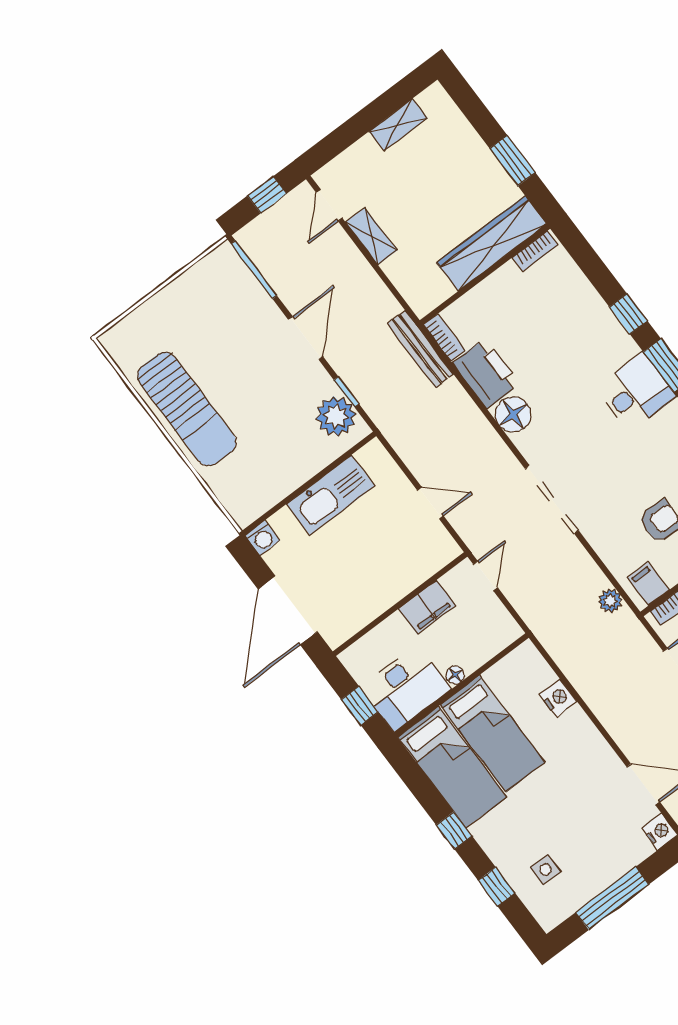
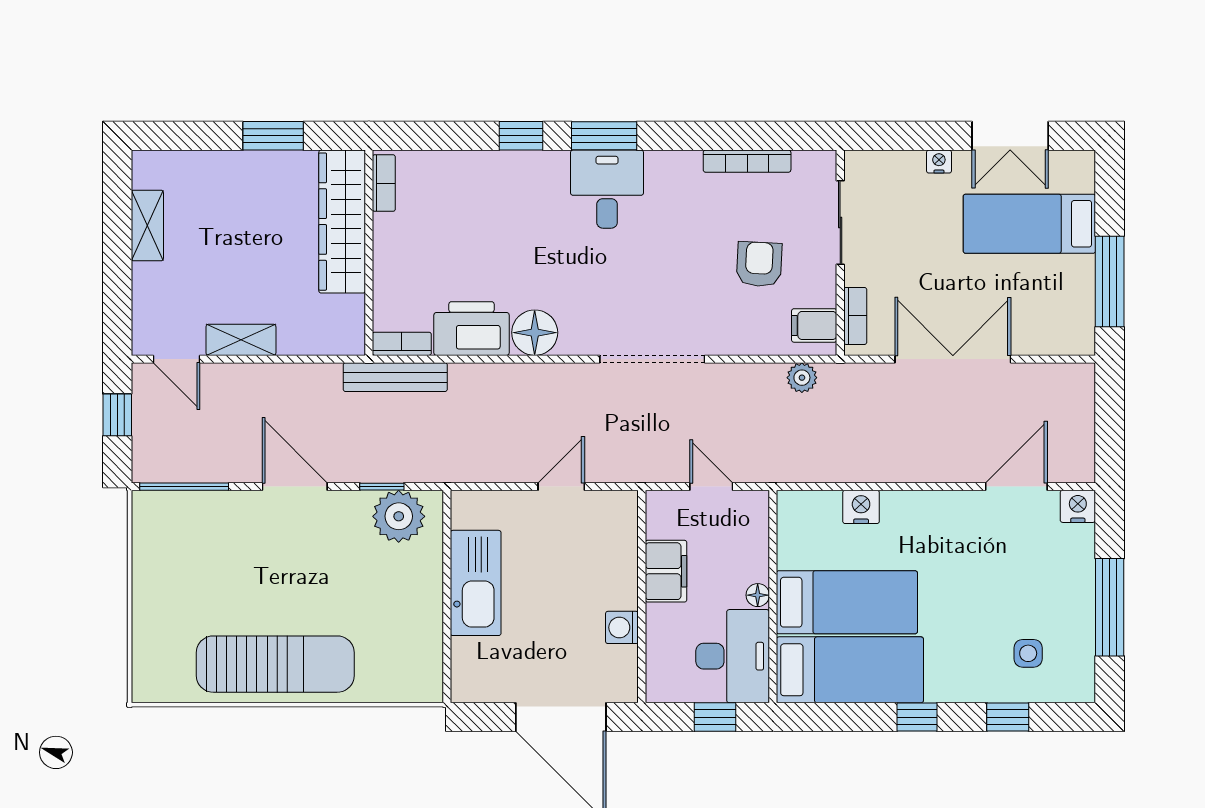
washing machine: (262, 538) -> (622, 627), moved, turned 180
door: (486, 576) -> (711, 487), moved

